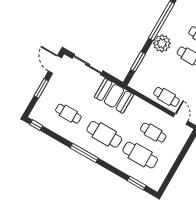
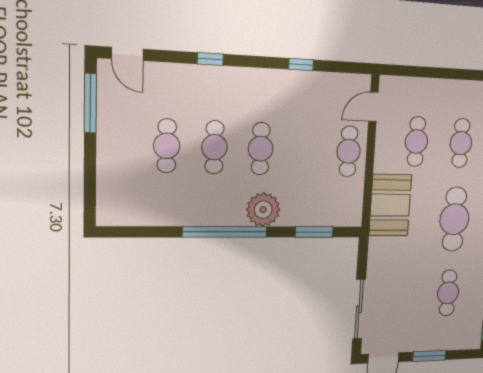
booth: (114, 96) -> (390, 205), moved
cafe table: (140, 155) -> (461, 143), width x0.73, depth x0.74

